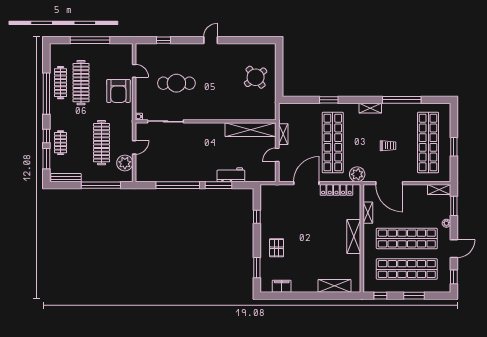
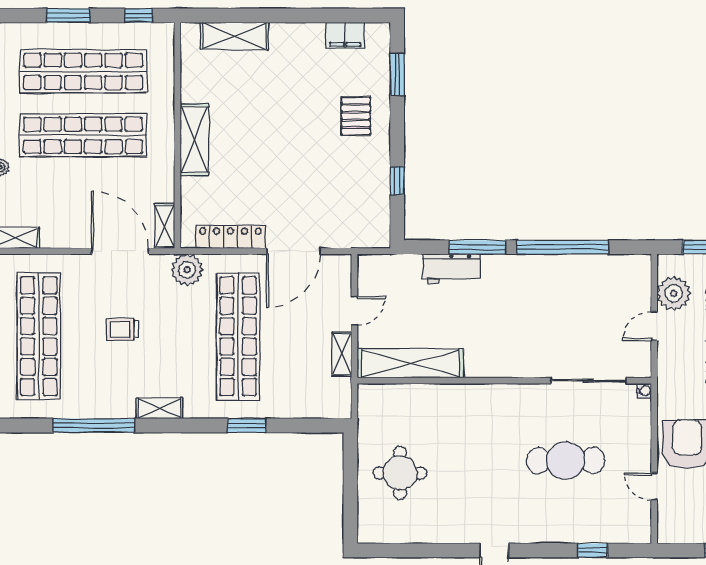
round table: (256, 77) -> (400, 473), turned 38
shelving: (368, 213) -> (165, 226), moved

